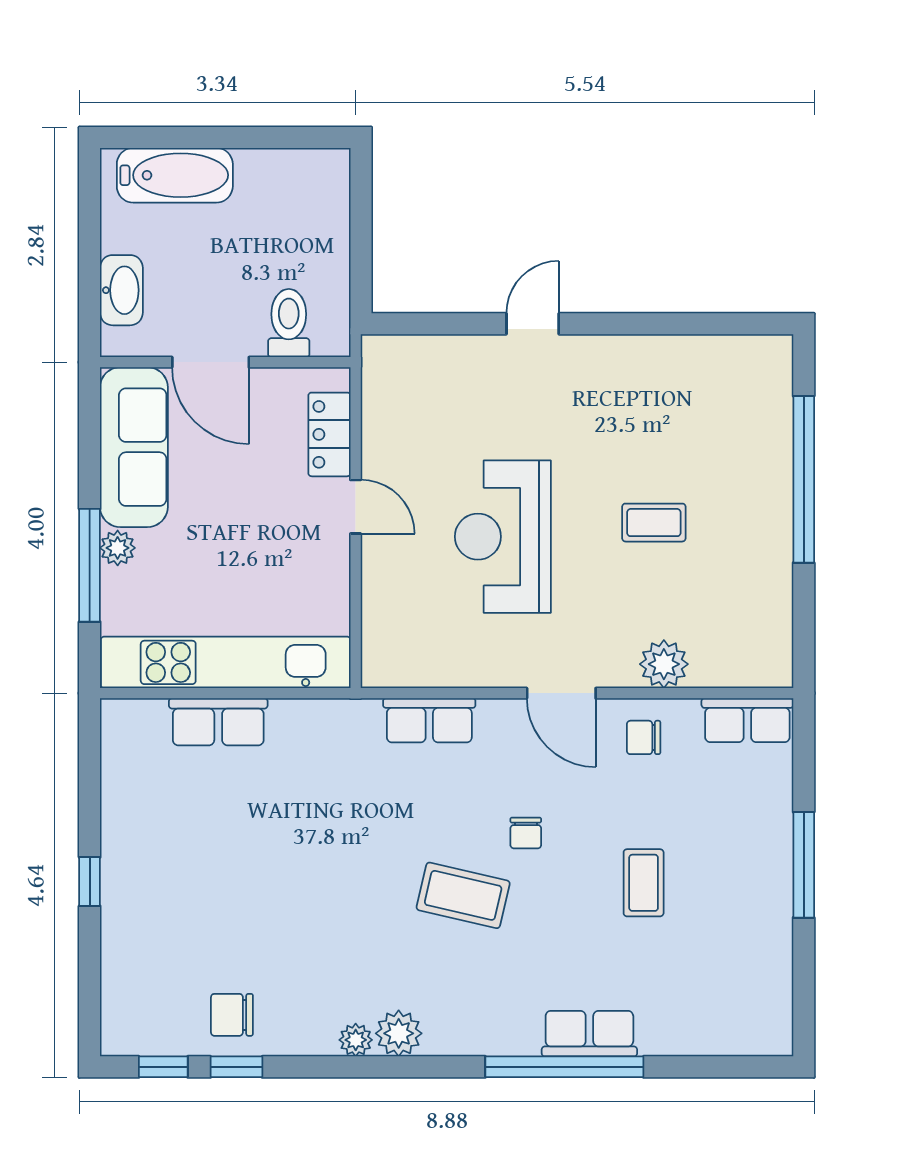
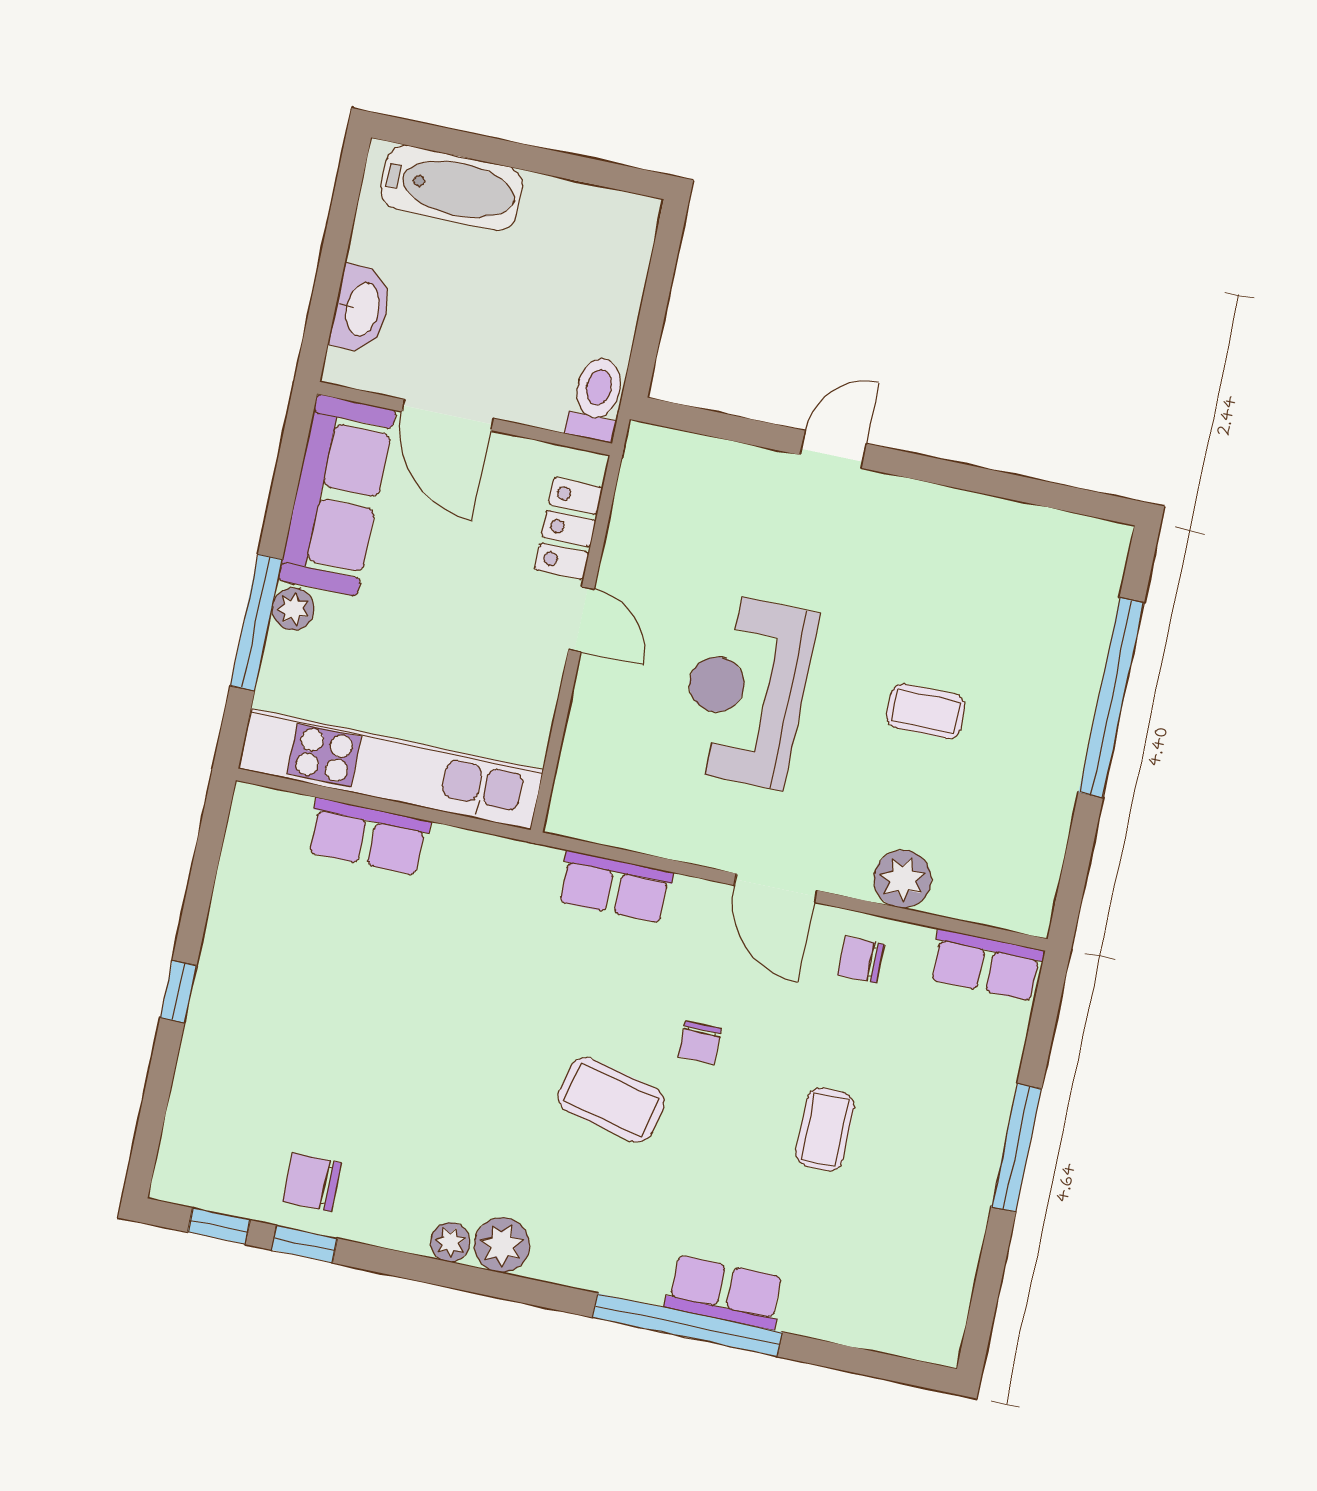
toilet: (289, 323) -> (596, 399), moved

